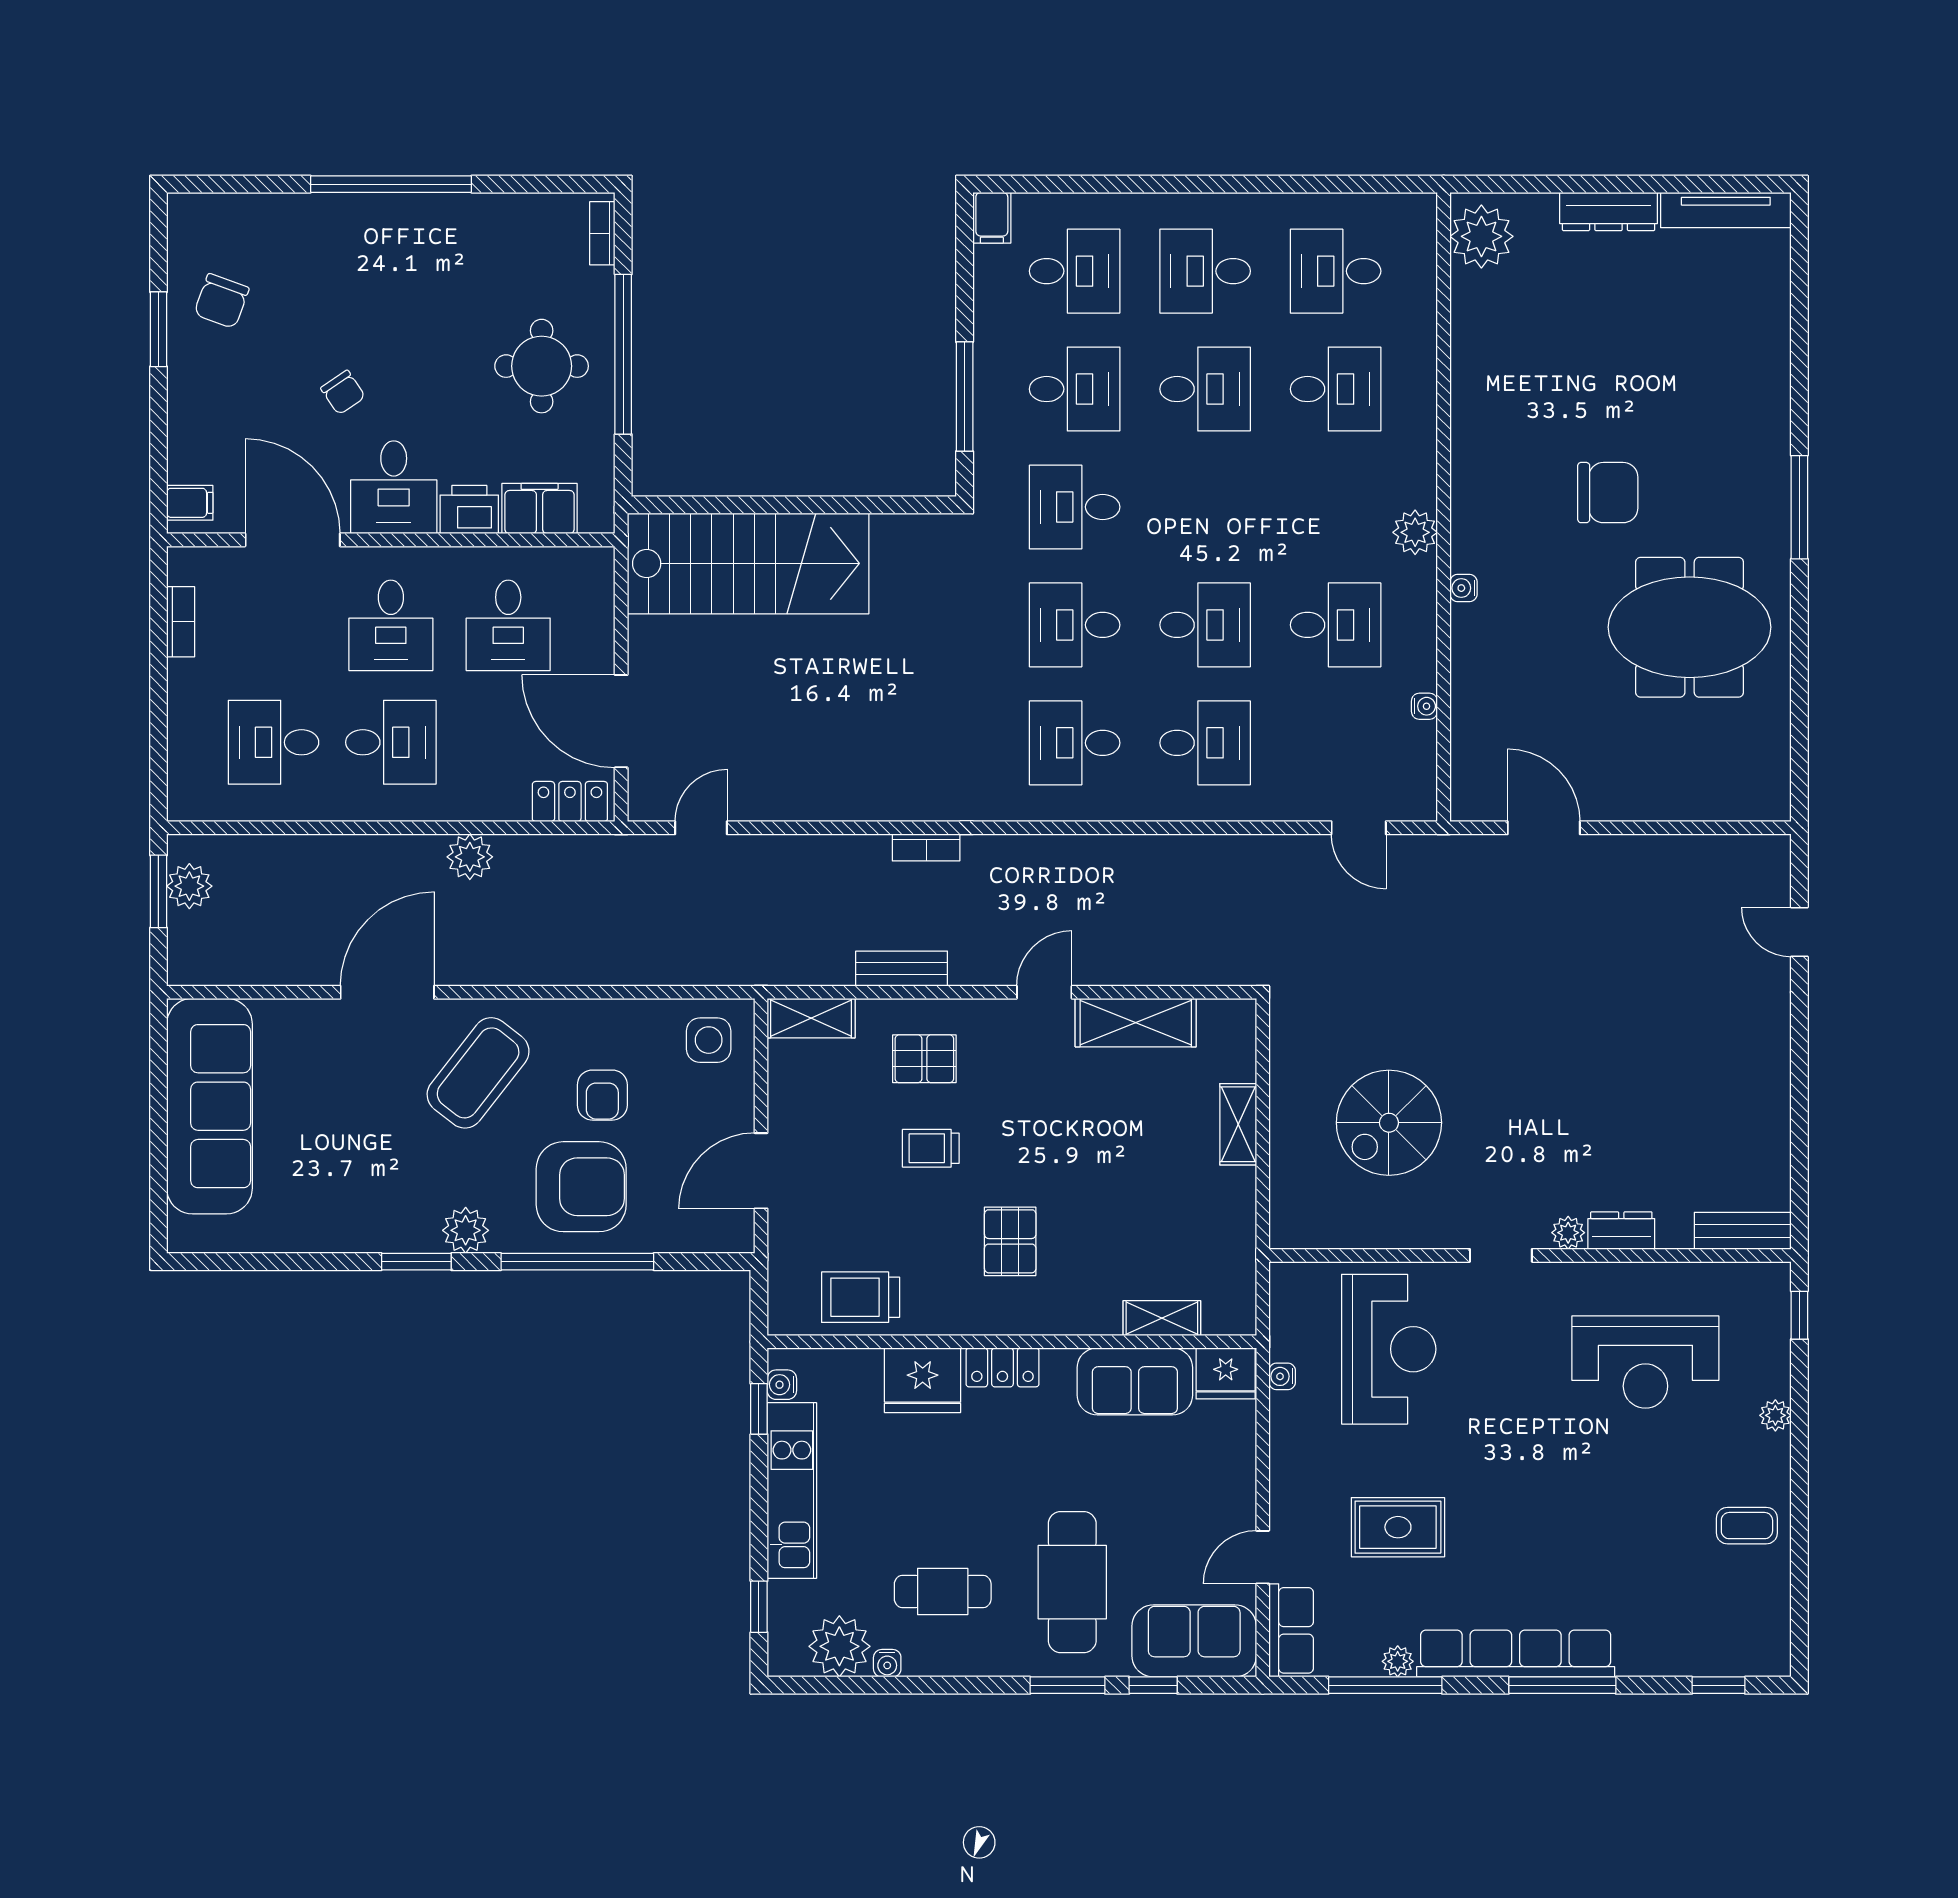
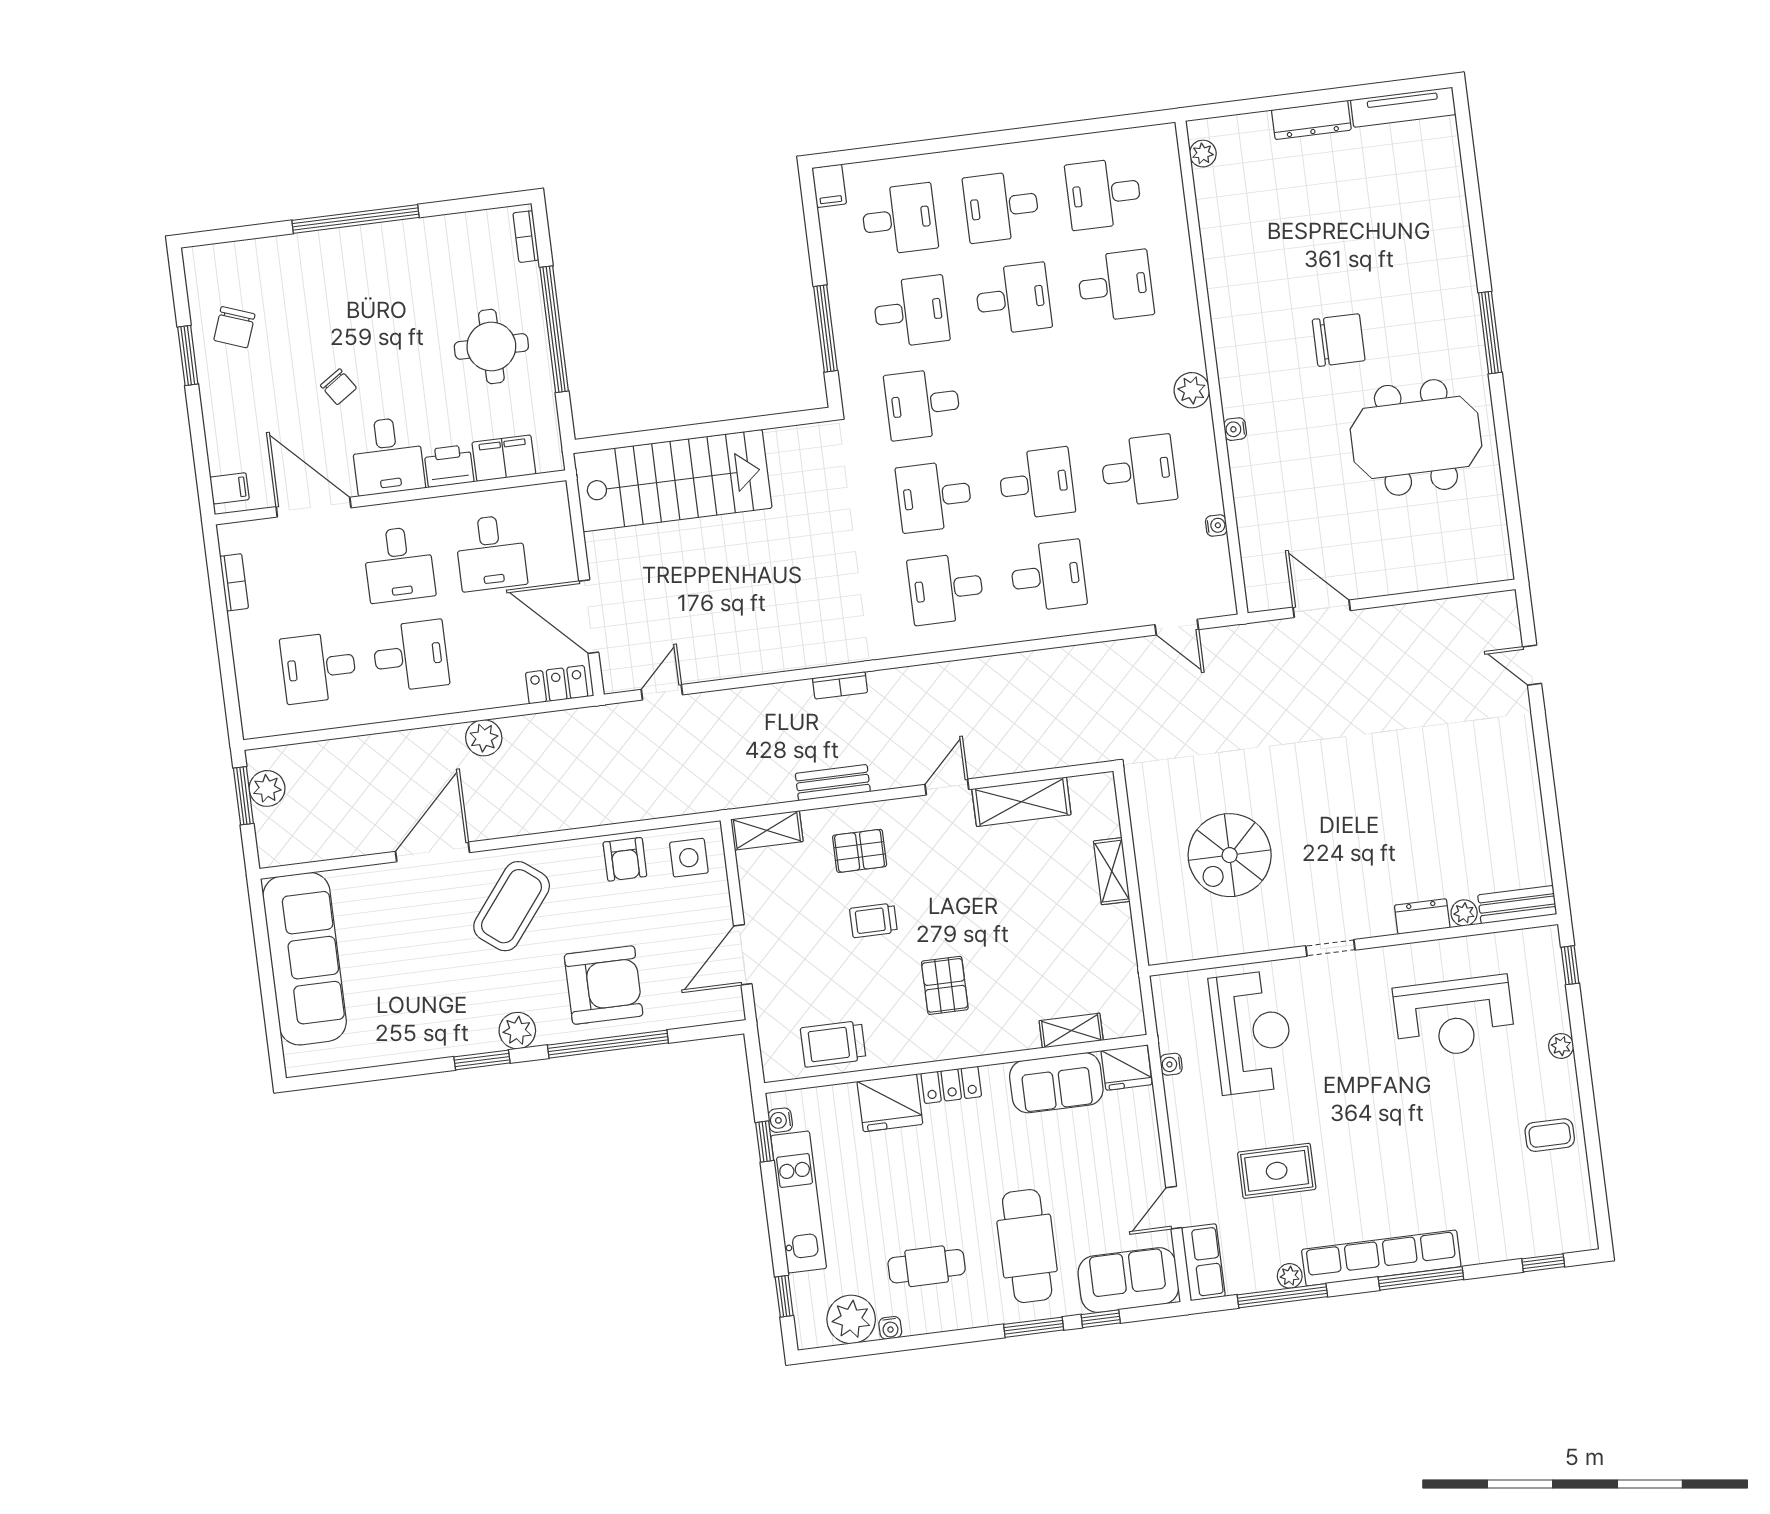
plant: (1481, 236) -> (1203, 154), width x0.53, depth x0.53
armchair: (602, 1095) -> (625, 859), moved
plant: (1568, 1233) -> (1464, 913), moved

